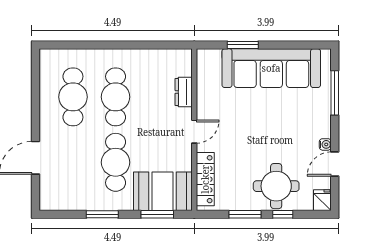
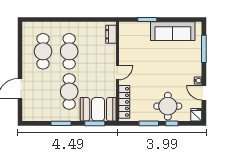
sofa: (271, 68) -> (173, 31), width x0.74, depth x0.79
dresser: (184, 92) -> (111, 34), moved
door: (335, 164) -> (204, 93), hinge flipped

